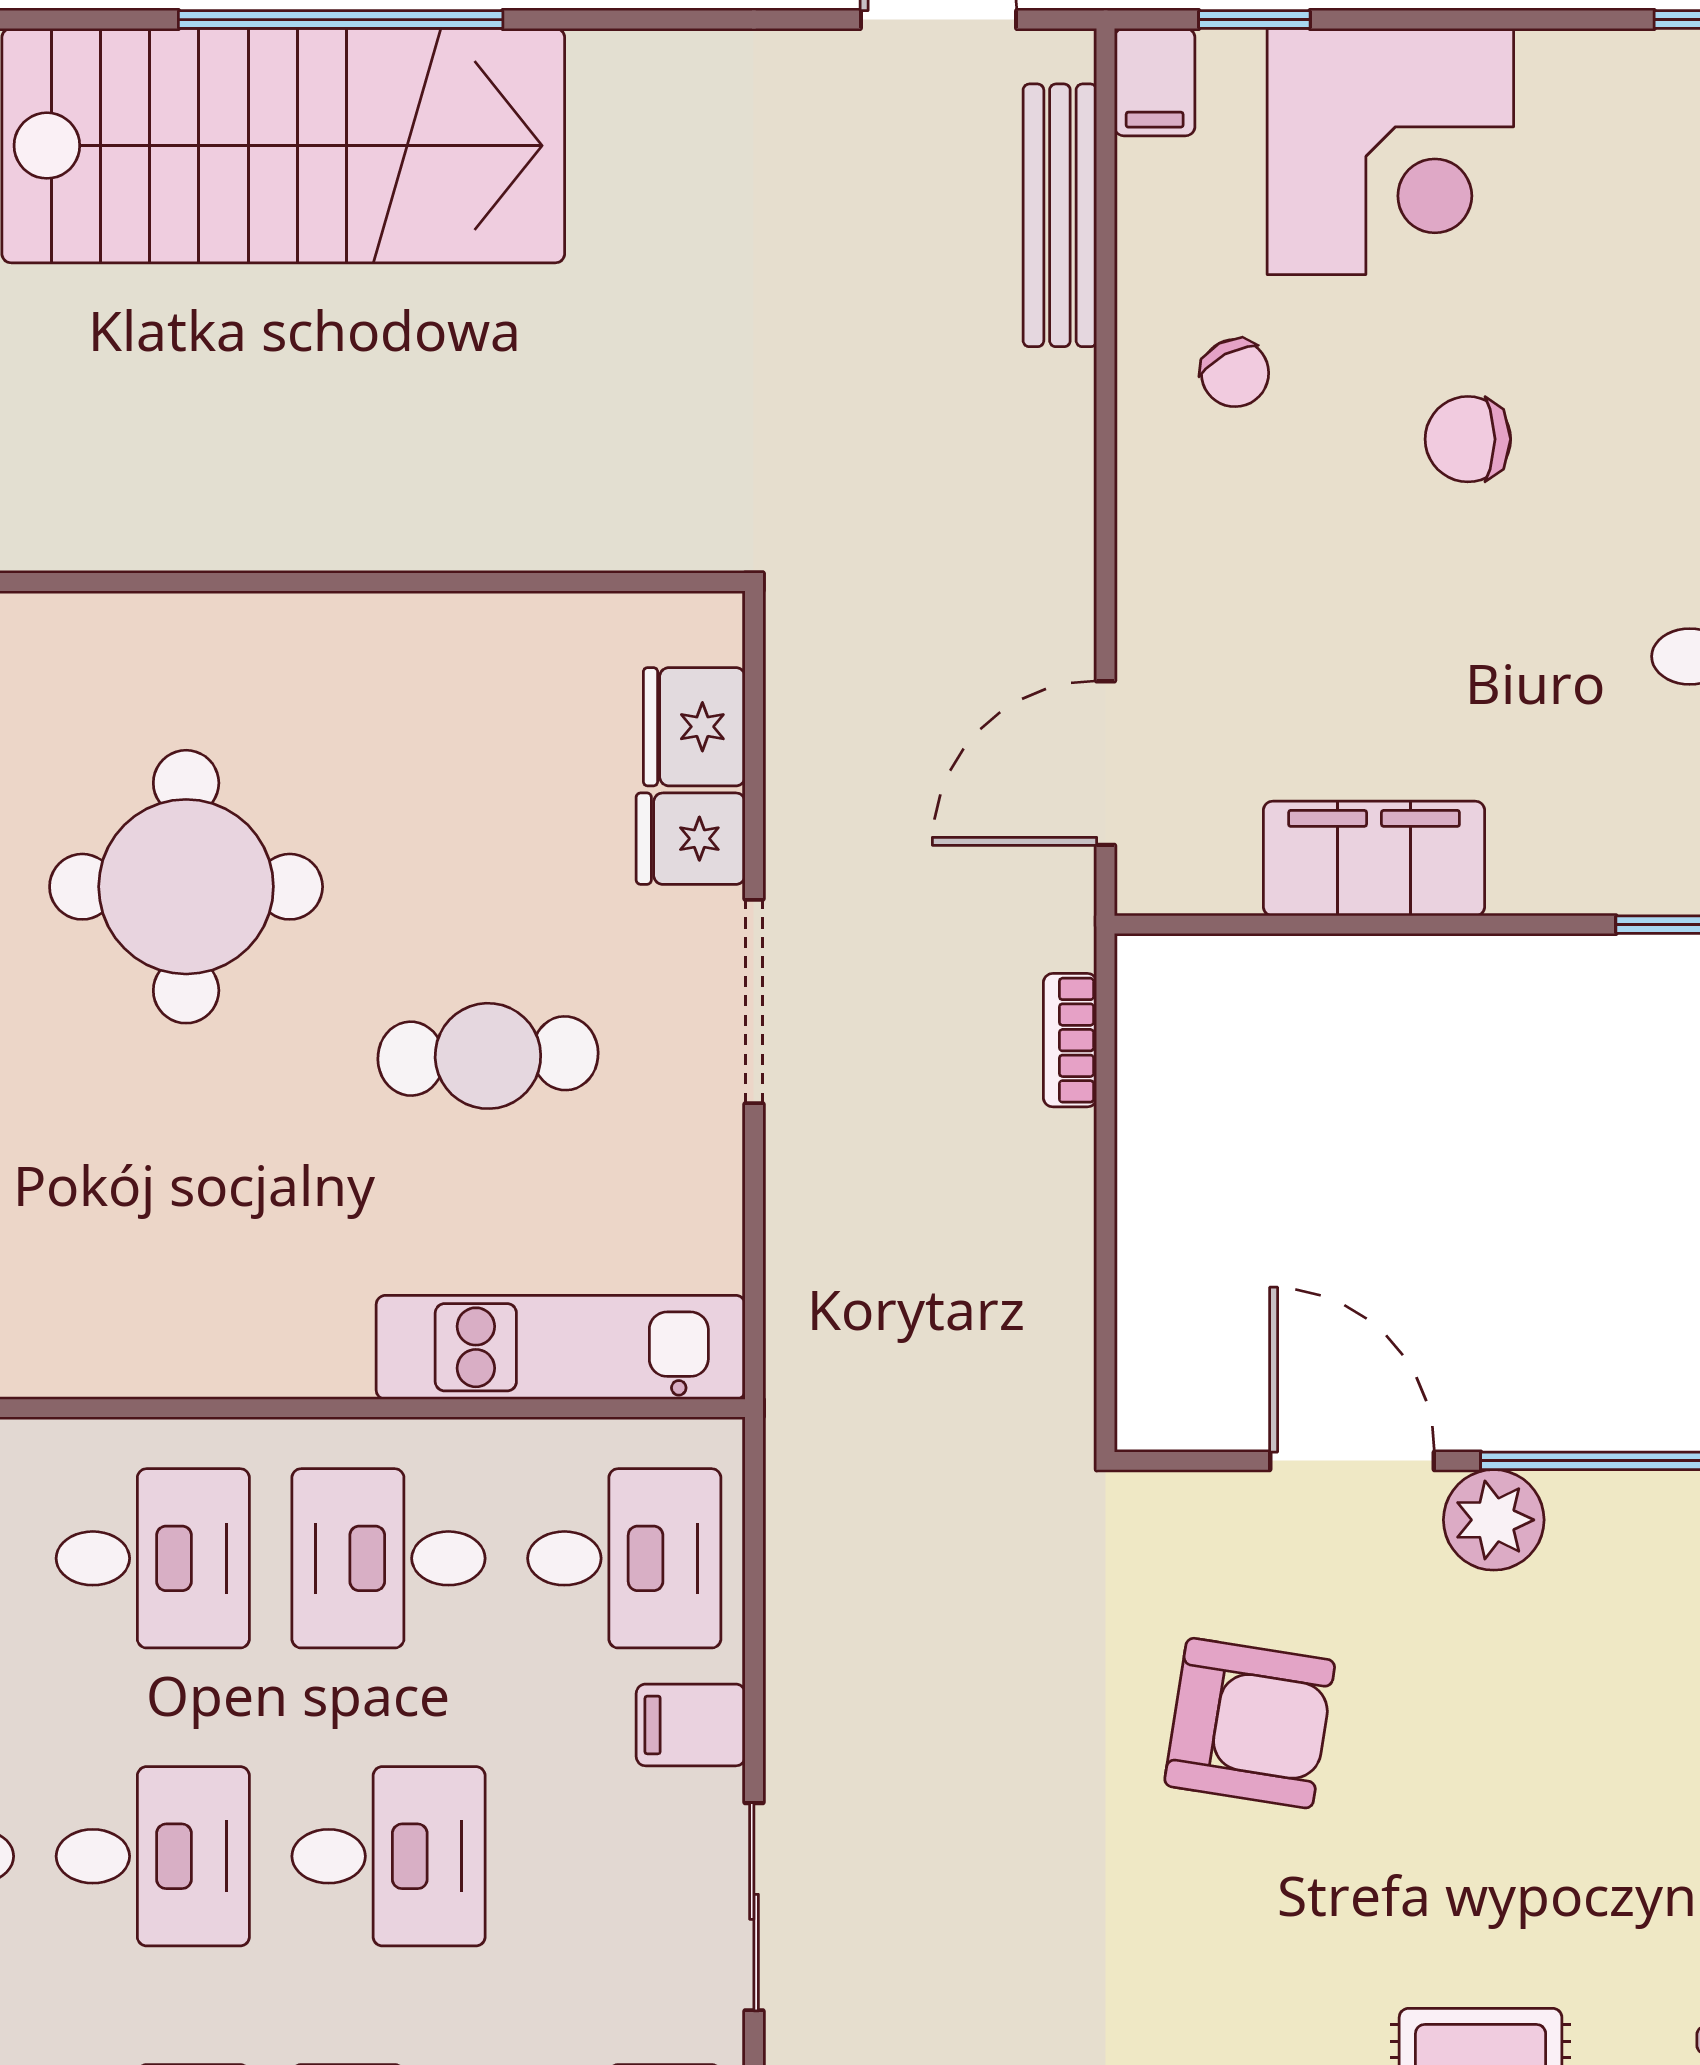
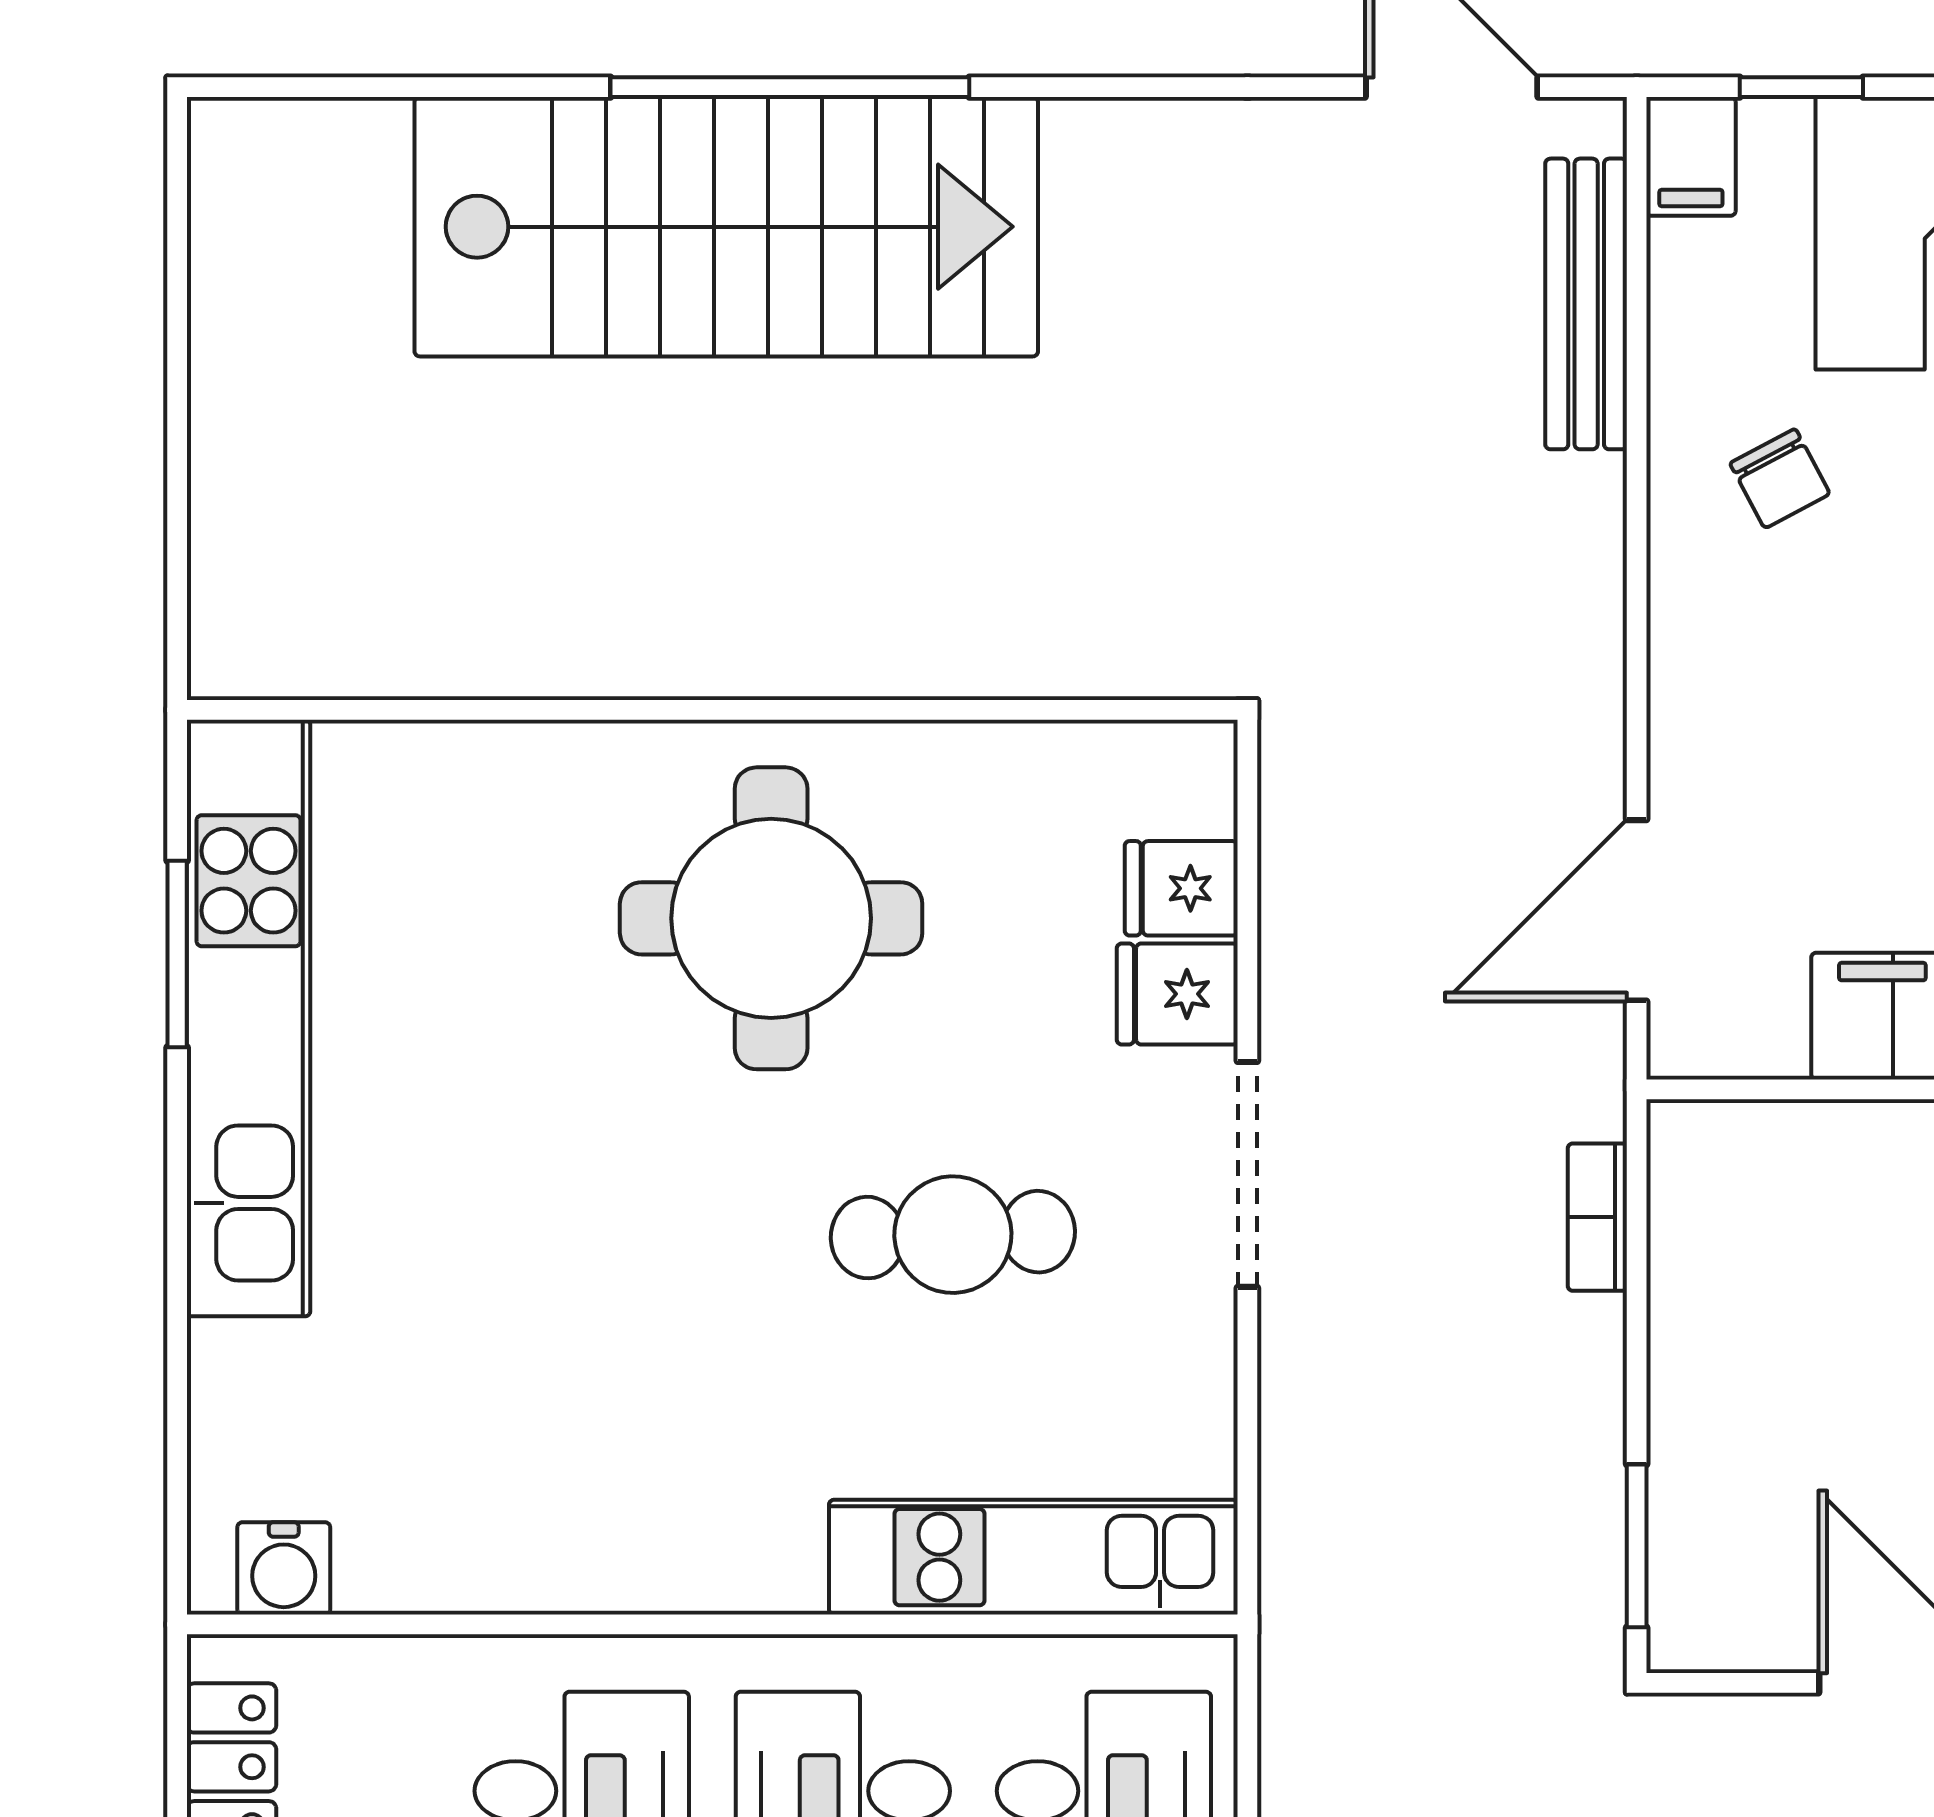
fridge: (694, 727) -> (1181, 888), width x0.72
round table: (186, 887) -> (771, 918), moved
window: (1106, 1337) -> (1637, 1546), added

